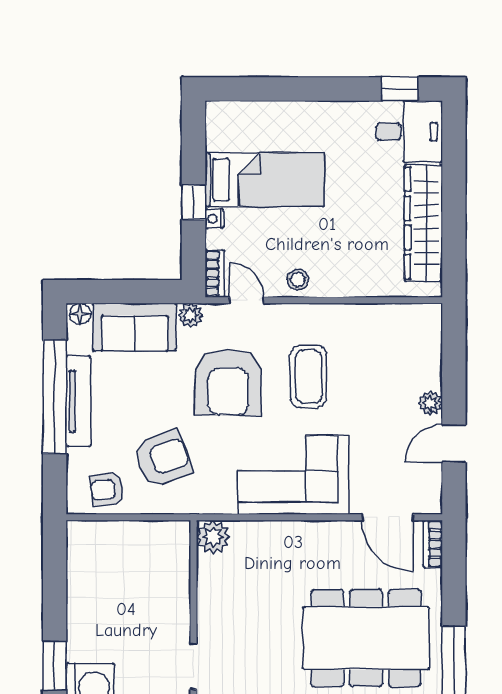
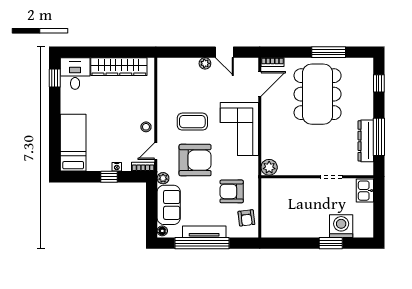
bed: (265, 180) -> (73, 143), moved
armchair: (163, 459) -> (232, 191), turned -70

